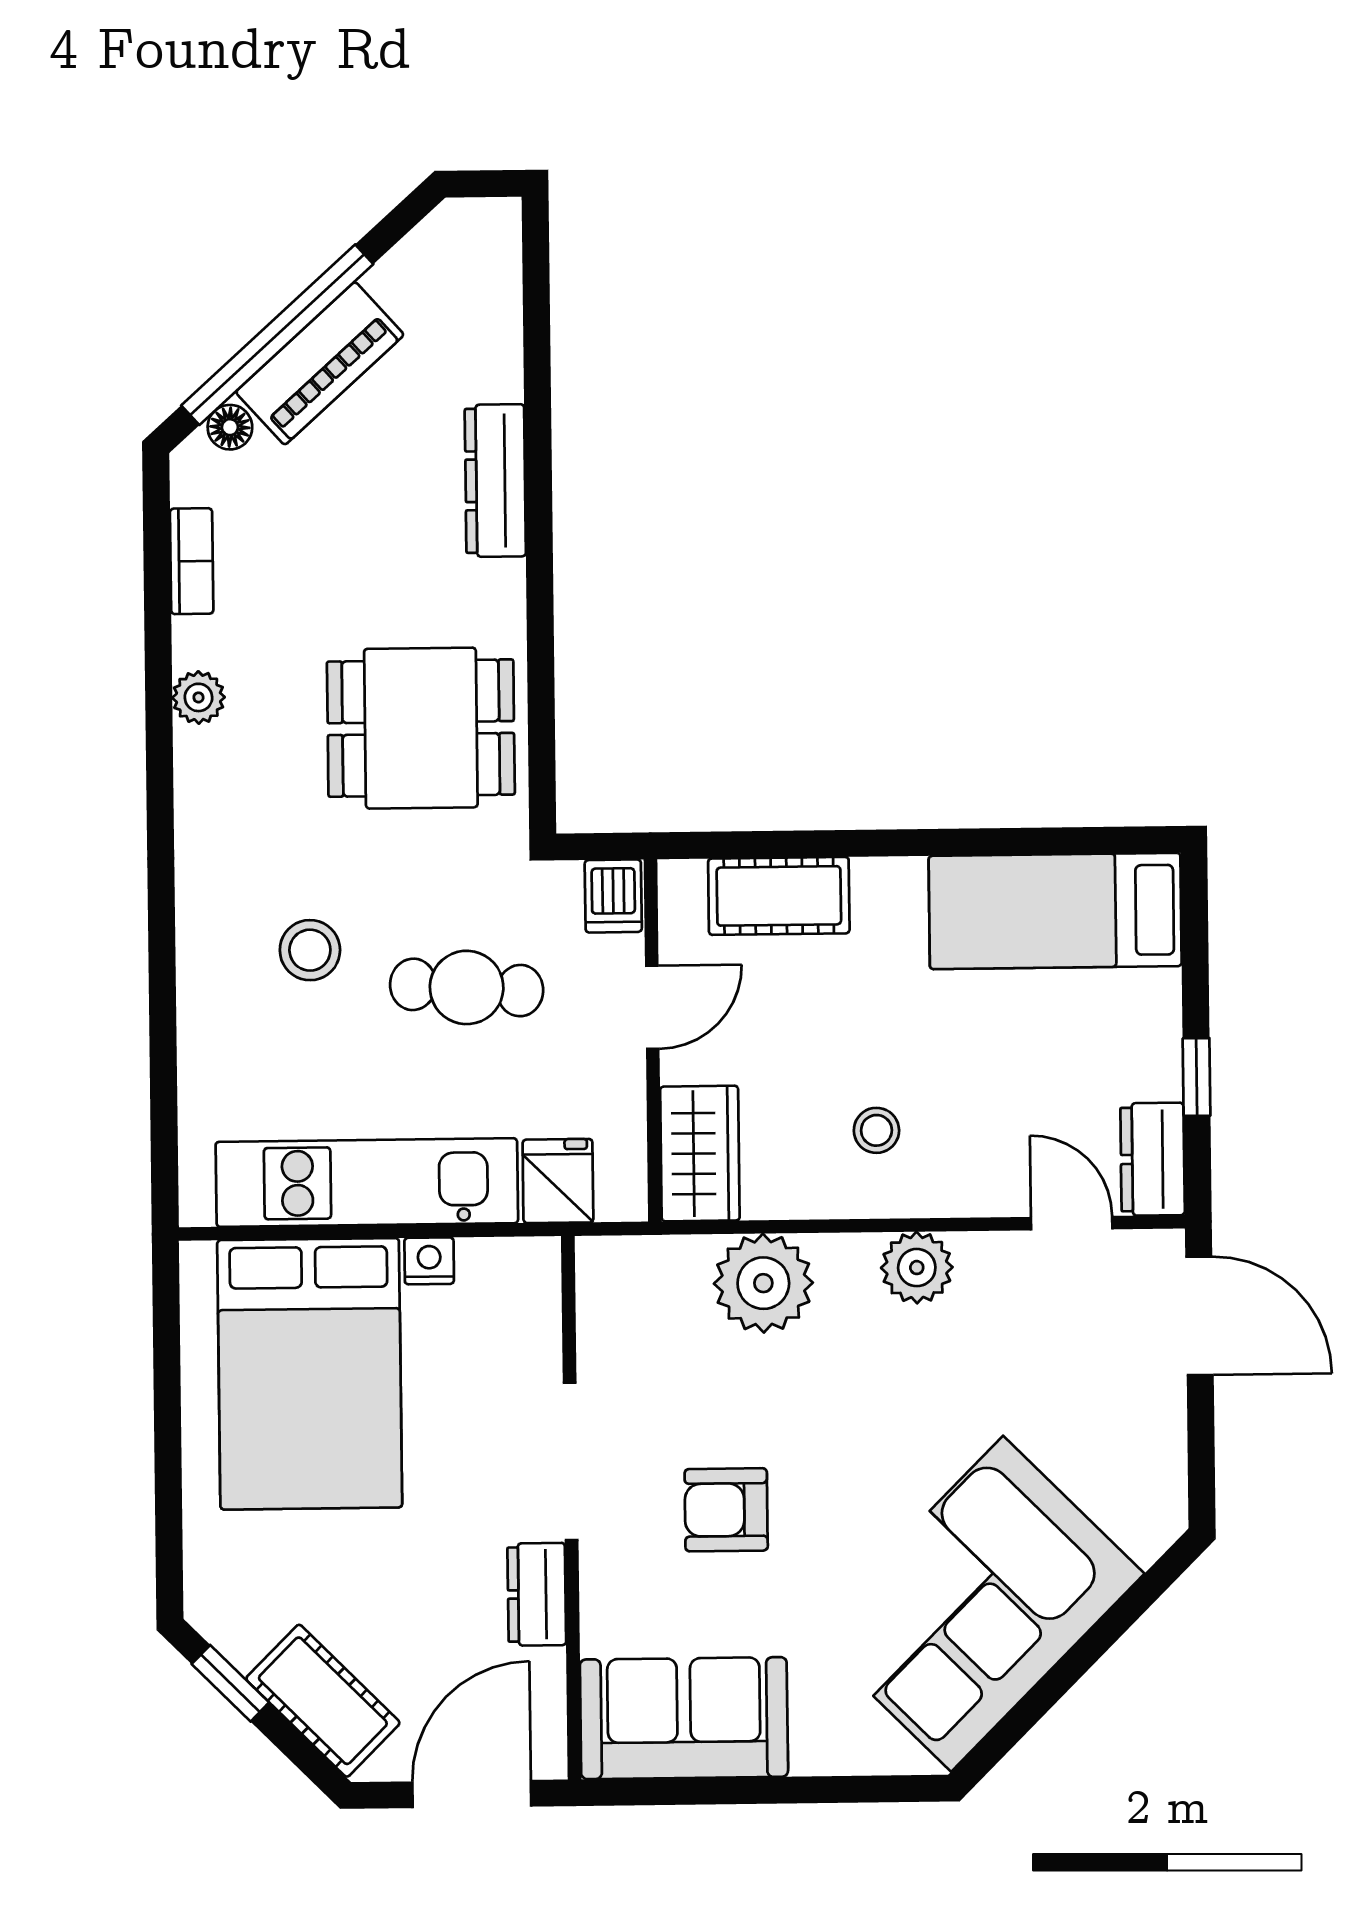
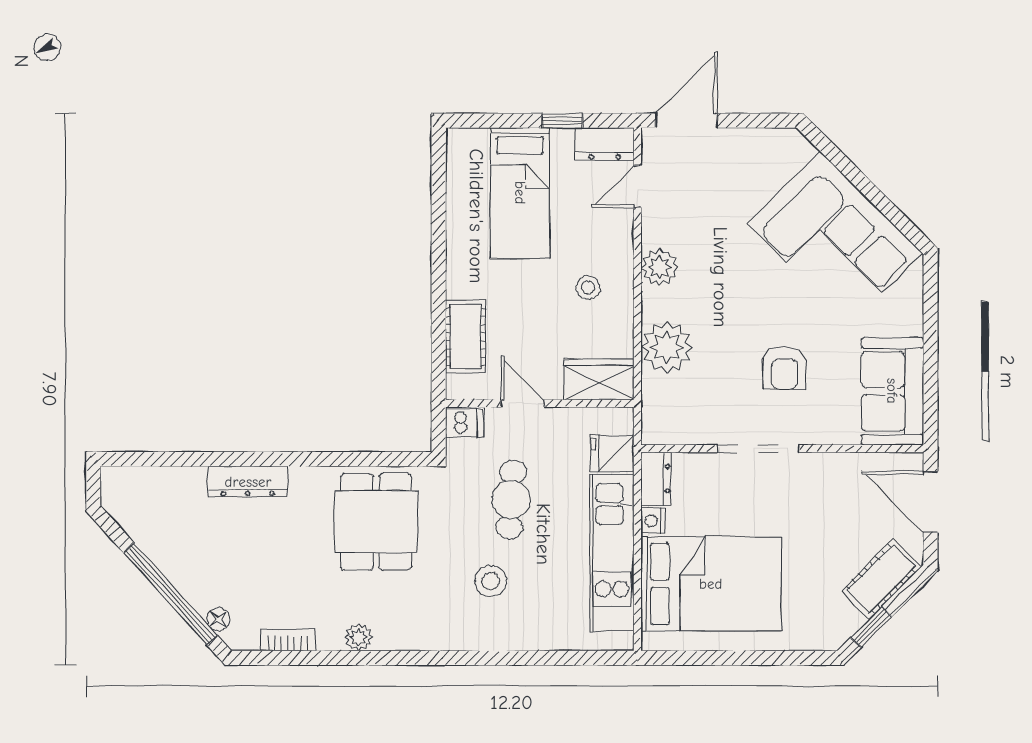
piano: (320, 363) -> (186, 572), removed
bed: (1055, 911) -> (520, 193), moved
dresser: (537, 1594) -> (656, 479), moved, turned -90

